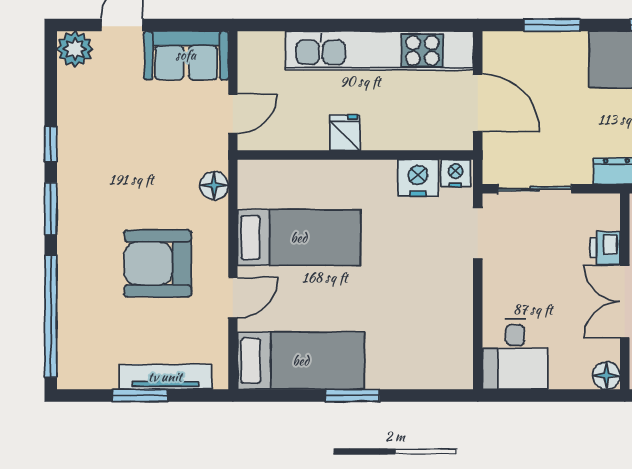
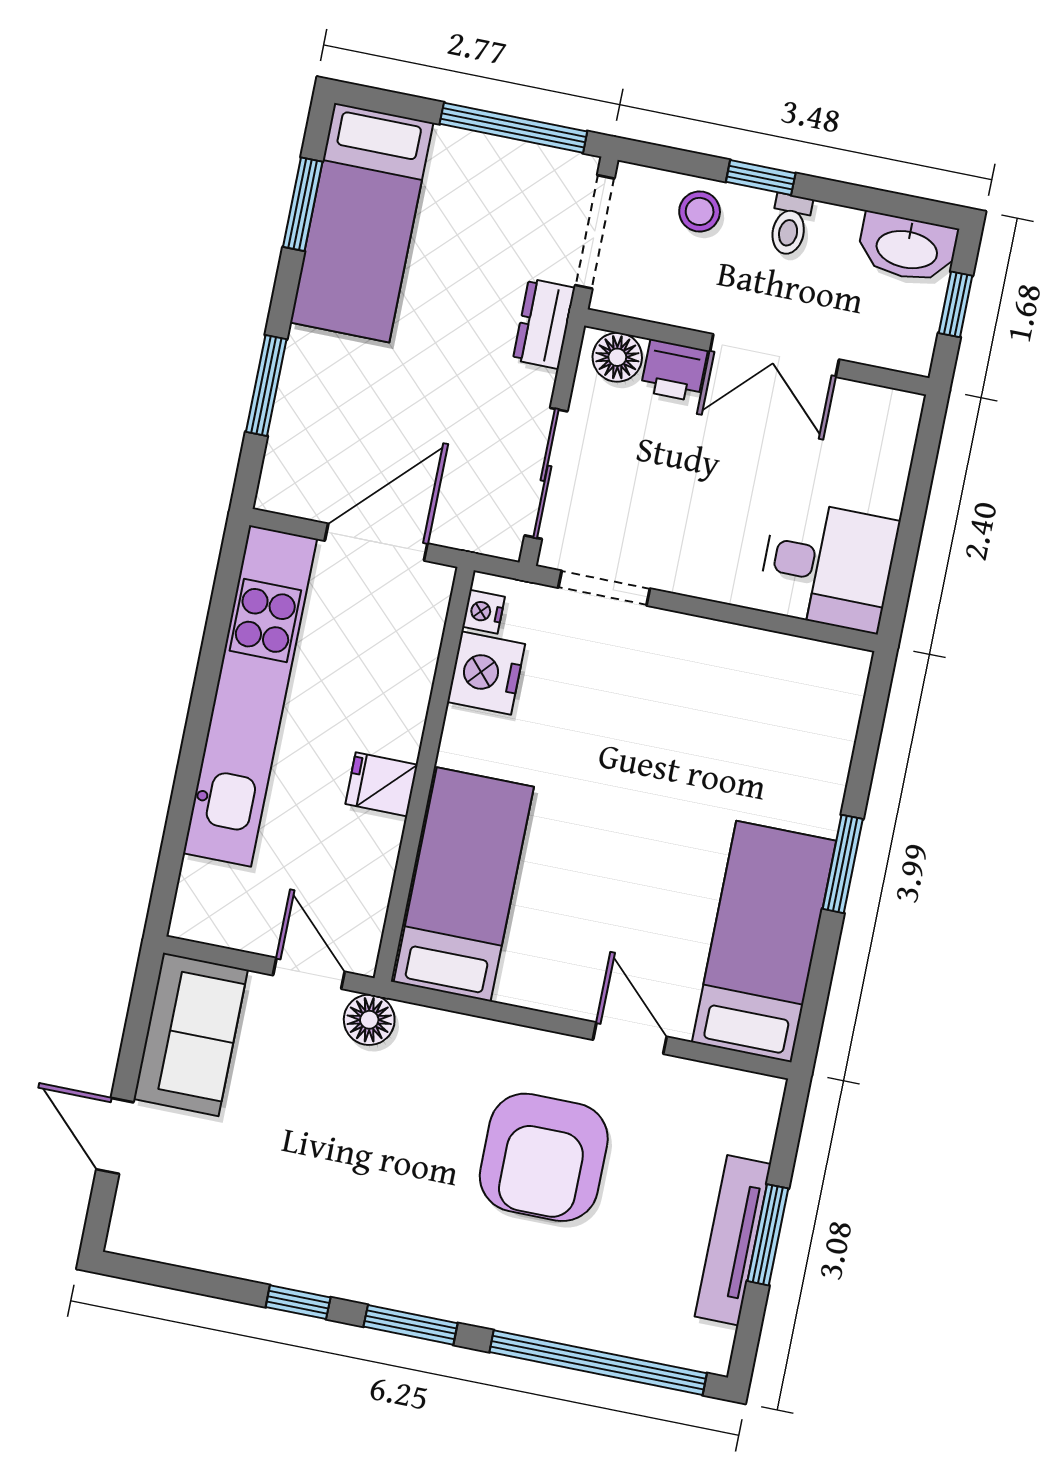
plant: (75, 49) -> (140, 1227), removed
nightstand: (456, 173) -> (484, 612), width x0.72, depth x0.74
floor lamp: (214, 186) -> (369, 1020), moved
bed: (299, 238) -> (464, 884), moved
floor lamp: (606, 375) -> (617, 357), moved
tv unit: (165, 377) -> (733, 1240), moved

